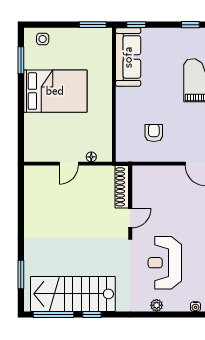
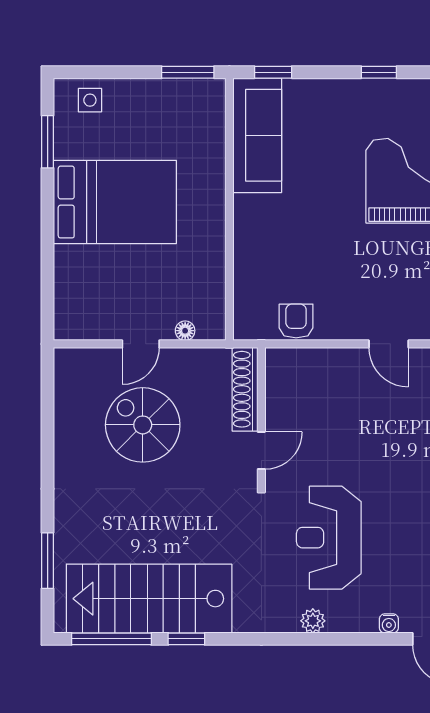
armchair: (154, 133) -> (296, 321), moved
spiral stairs: (70, 205) -> (143, 425), added

